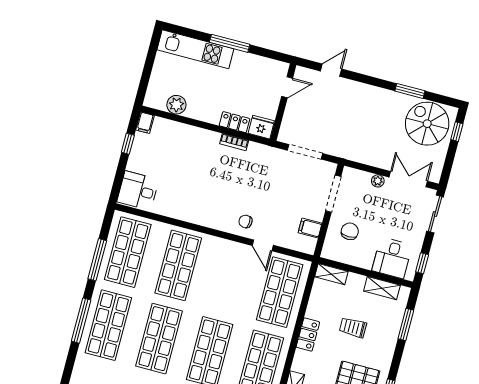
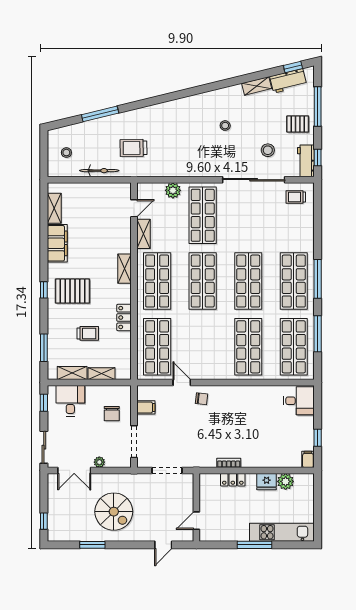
spiral stairs: (427, 124) -> (114, 512), moved
fridge: (261, 127) -> (267, 482), moved
shelving: (331, 274) -> (101, 374), moved

